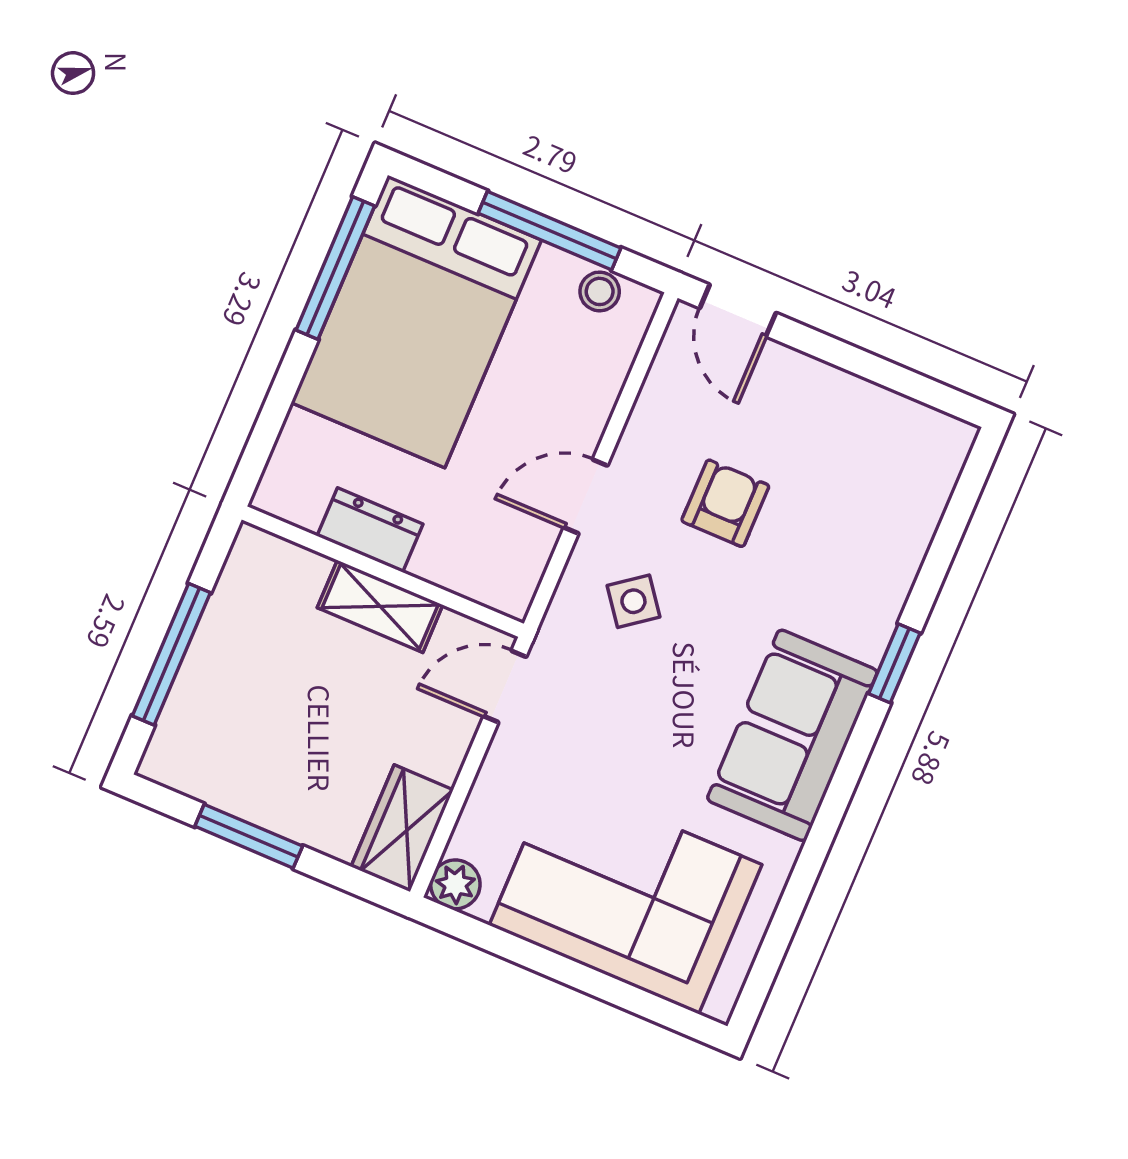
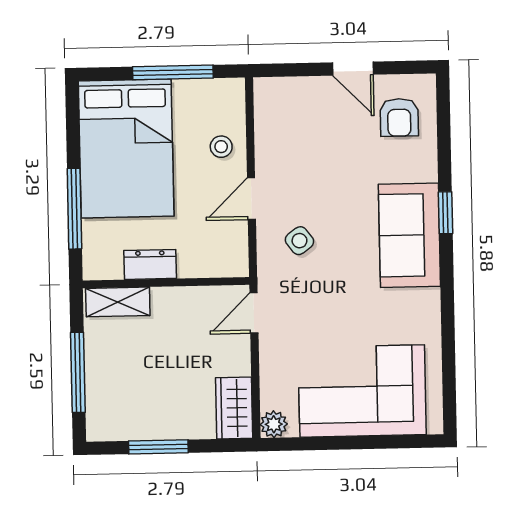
window: (335, 268) -> (74, 209), moved
stool: (600, 291) -> (221, 147), moved
door: (738, 311) -> (353, 69), moved
armchair: (725, 503) -> (399, 117), moved, turned 180
shelving: (380, 606) -> (118, 302), moved
sofa: (792, 735) -> (409, 235), moved

